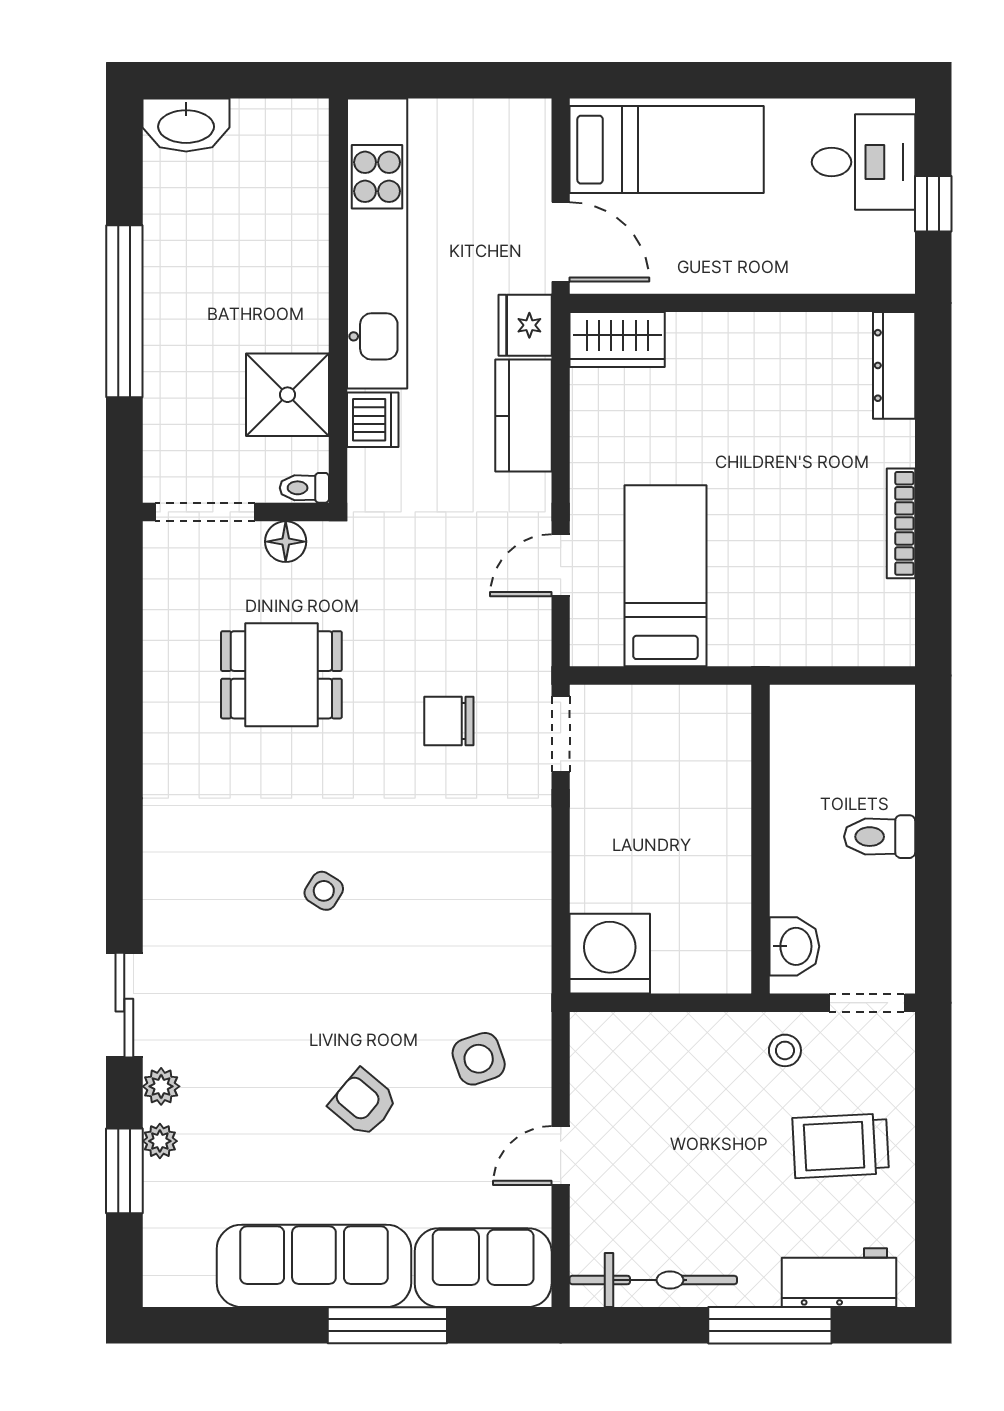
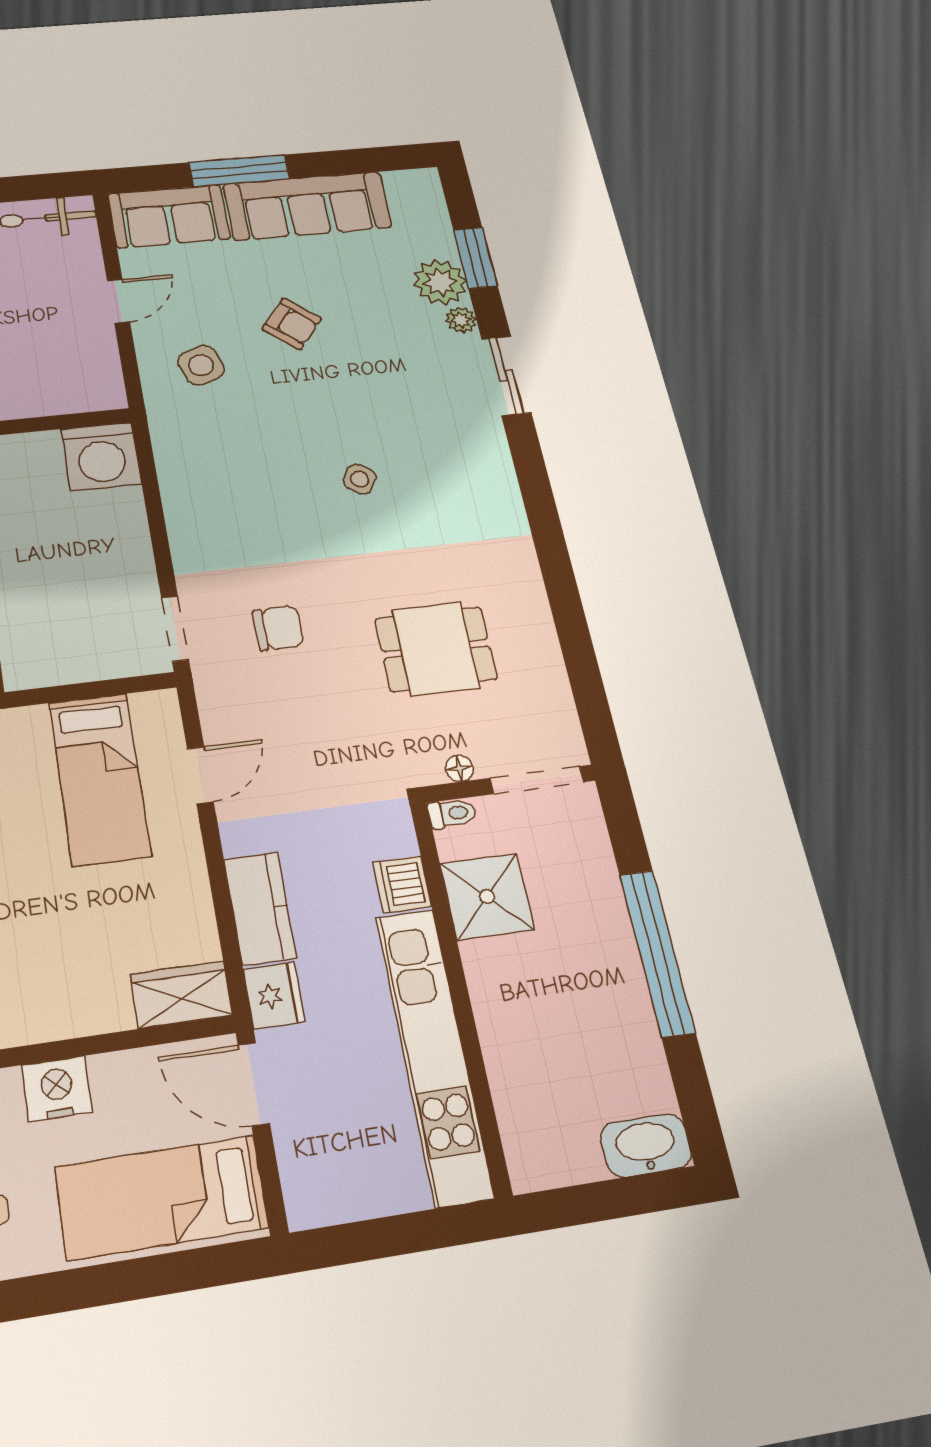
nightstand: (752, 266) -> (57, 1089), added
floor lamp: (286, 542) -> (459, 768), width x0.73, depth x0.73
plant: (160, 1141) -> (440, 282), width x1.88, depth x1.88

